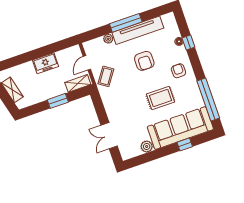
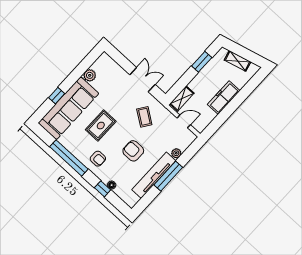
freezer: (46, 63) -> (224, 98), width x1.40
door: (87, 63) -> (184, 121), hinge flipped
coffee table: (106, 76) -> (144, 117), moved
window: (208, 99) -> (69, 158), moved
window: (58, 101) -> (202, 62), moved
double door: (109, 136) -> (142, 80), moved

